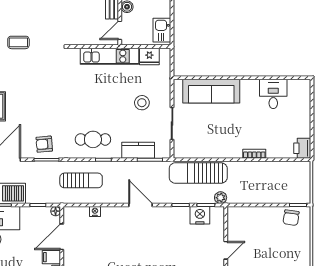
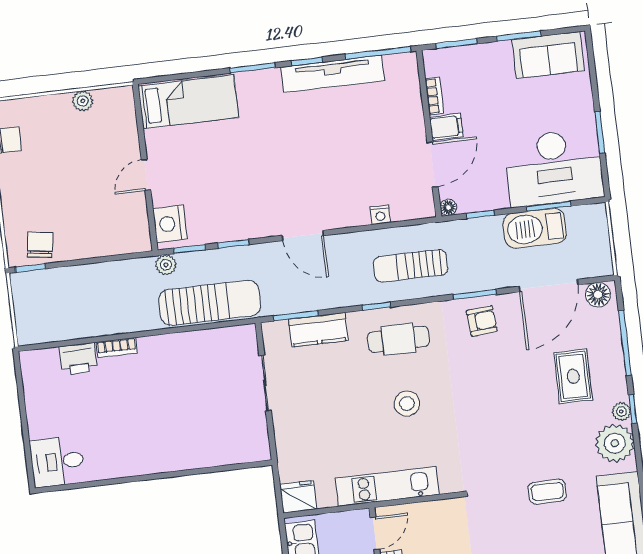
fridge: (149, 56) -> (298, 497), moved
sofa: (211, 91) -> (204, 447), removed
desk: (273, 94) -> (57, 462), moved, turned 90
stool: (142, 103) -> (407, 404), moved
printer: (302, 148) -> (78, 359), moved, turned 90
nightstand: (200, 215) -> (170, 224), moved, turned 90

